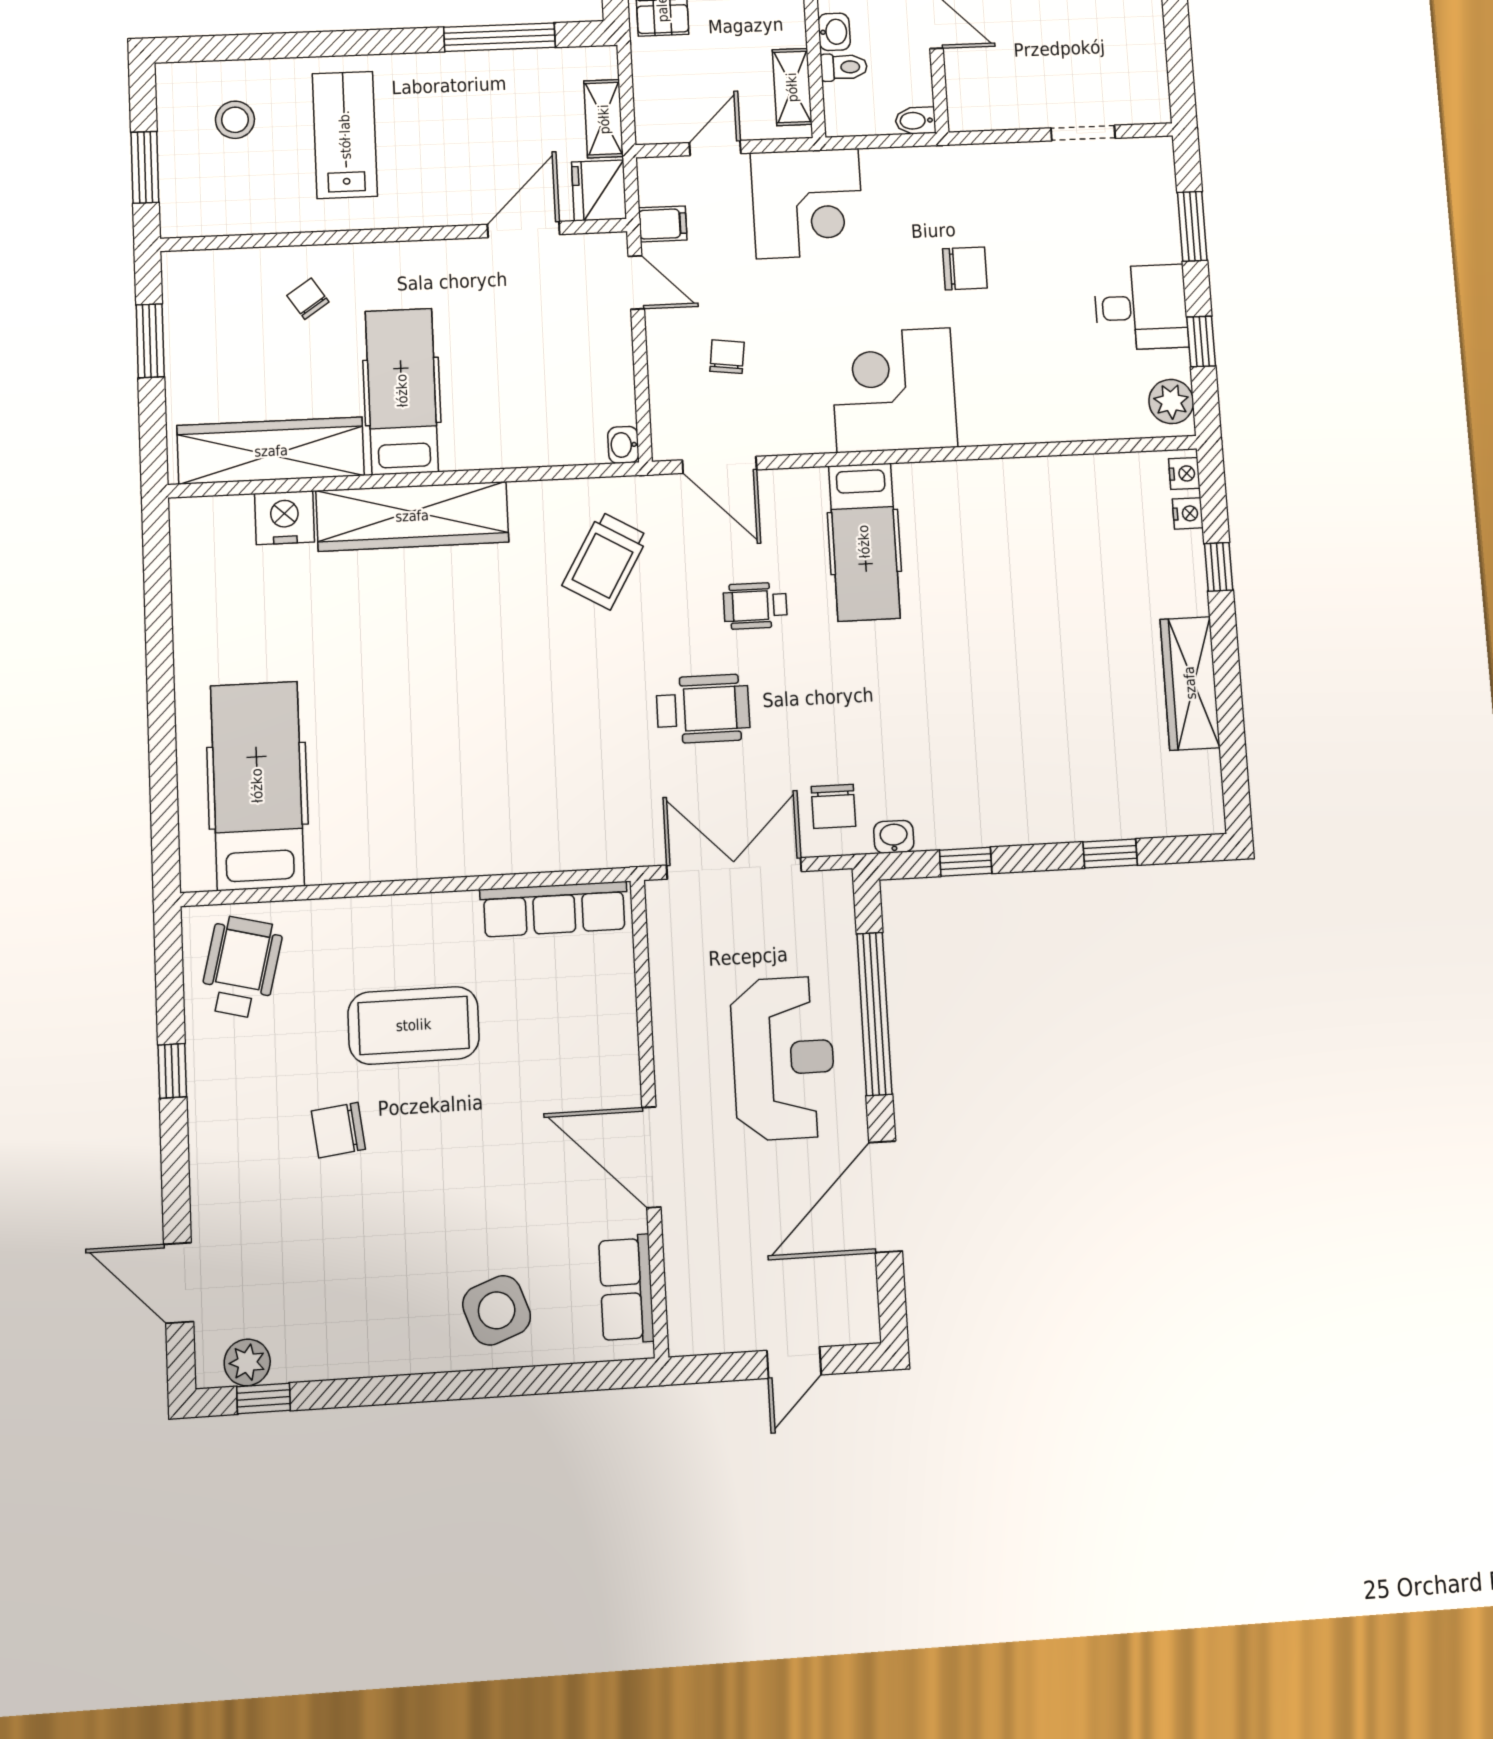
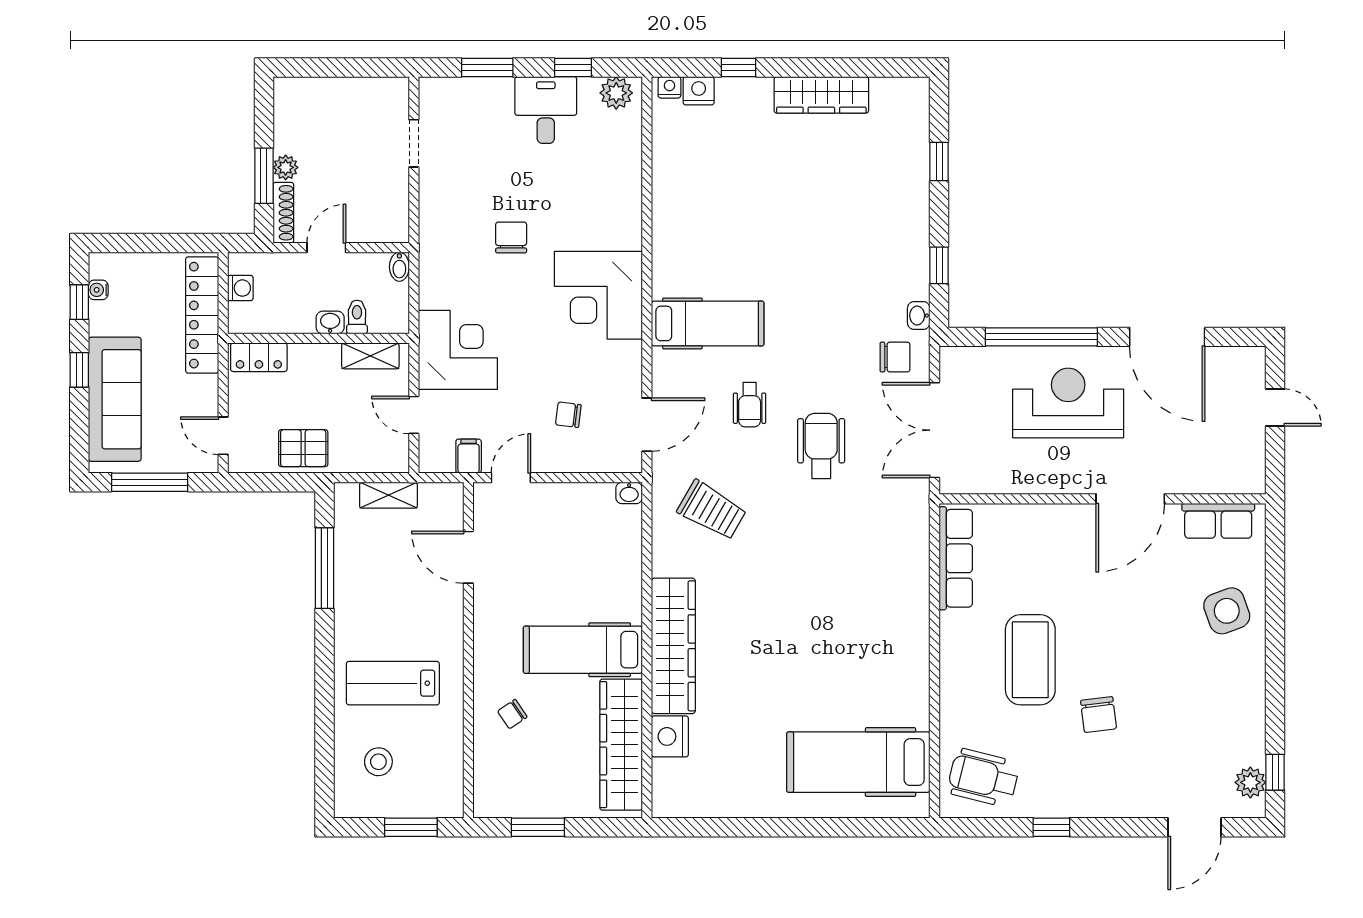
fridge: (599, 190) -> (442, 501), removed
nightstand: (1188, 513) -> (699, 91), width x1.39, depth x1.35

